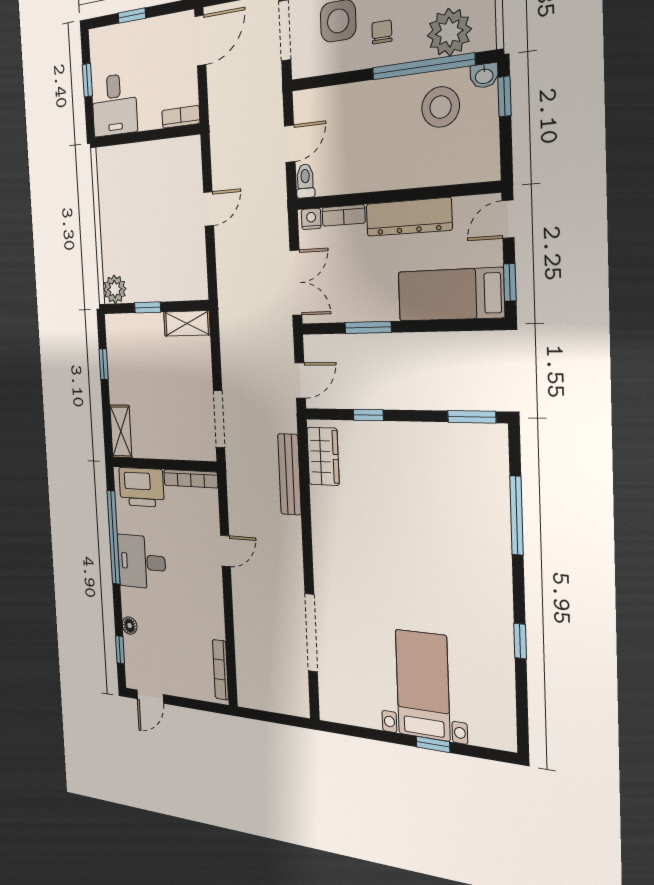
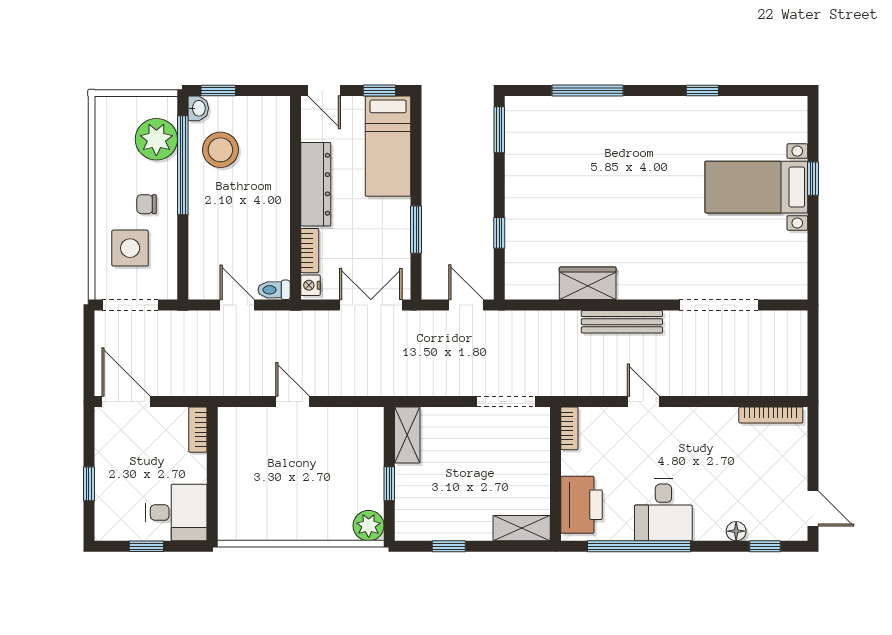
wardrobe: (323, 456) -> (588, 283), moved
bench: (289, 474) -> (622, 322), moved
bookcase: (191, 479) -> (569, 428), width x0.64

